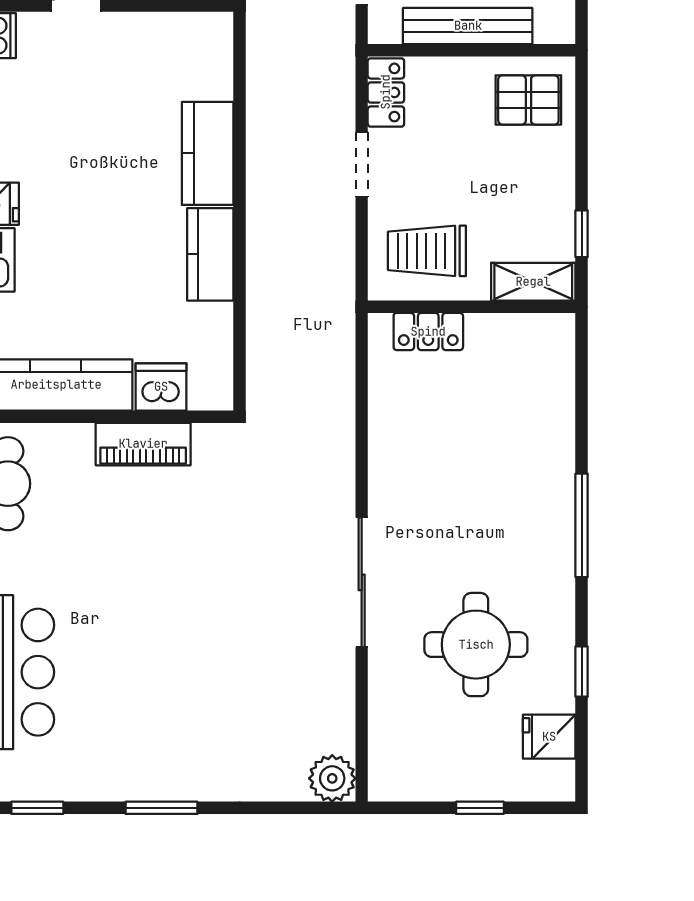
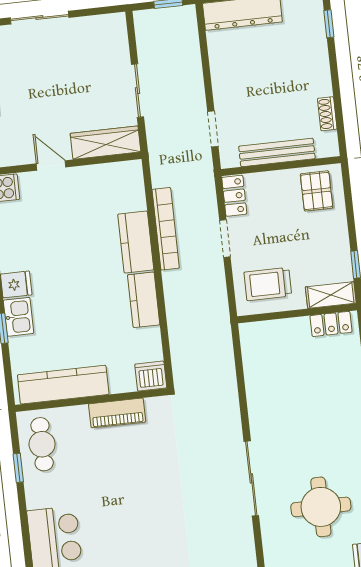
pallet: (528, 100) -> (317, 191), turned 90
bookcase: (262, 136) -> (166, 229), added
locker: (428, 332) -> (331, 324), moved
dishwasher: (161, 387) -> (151, 376), moved

